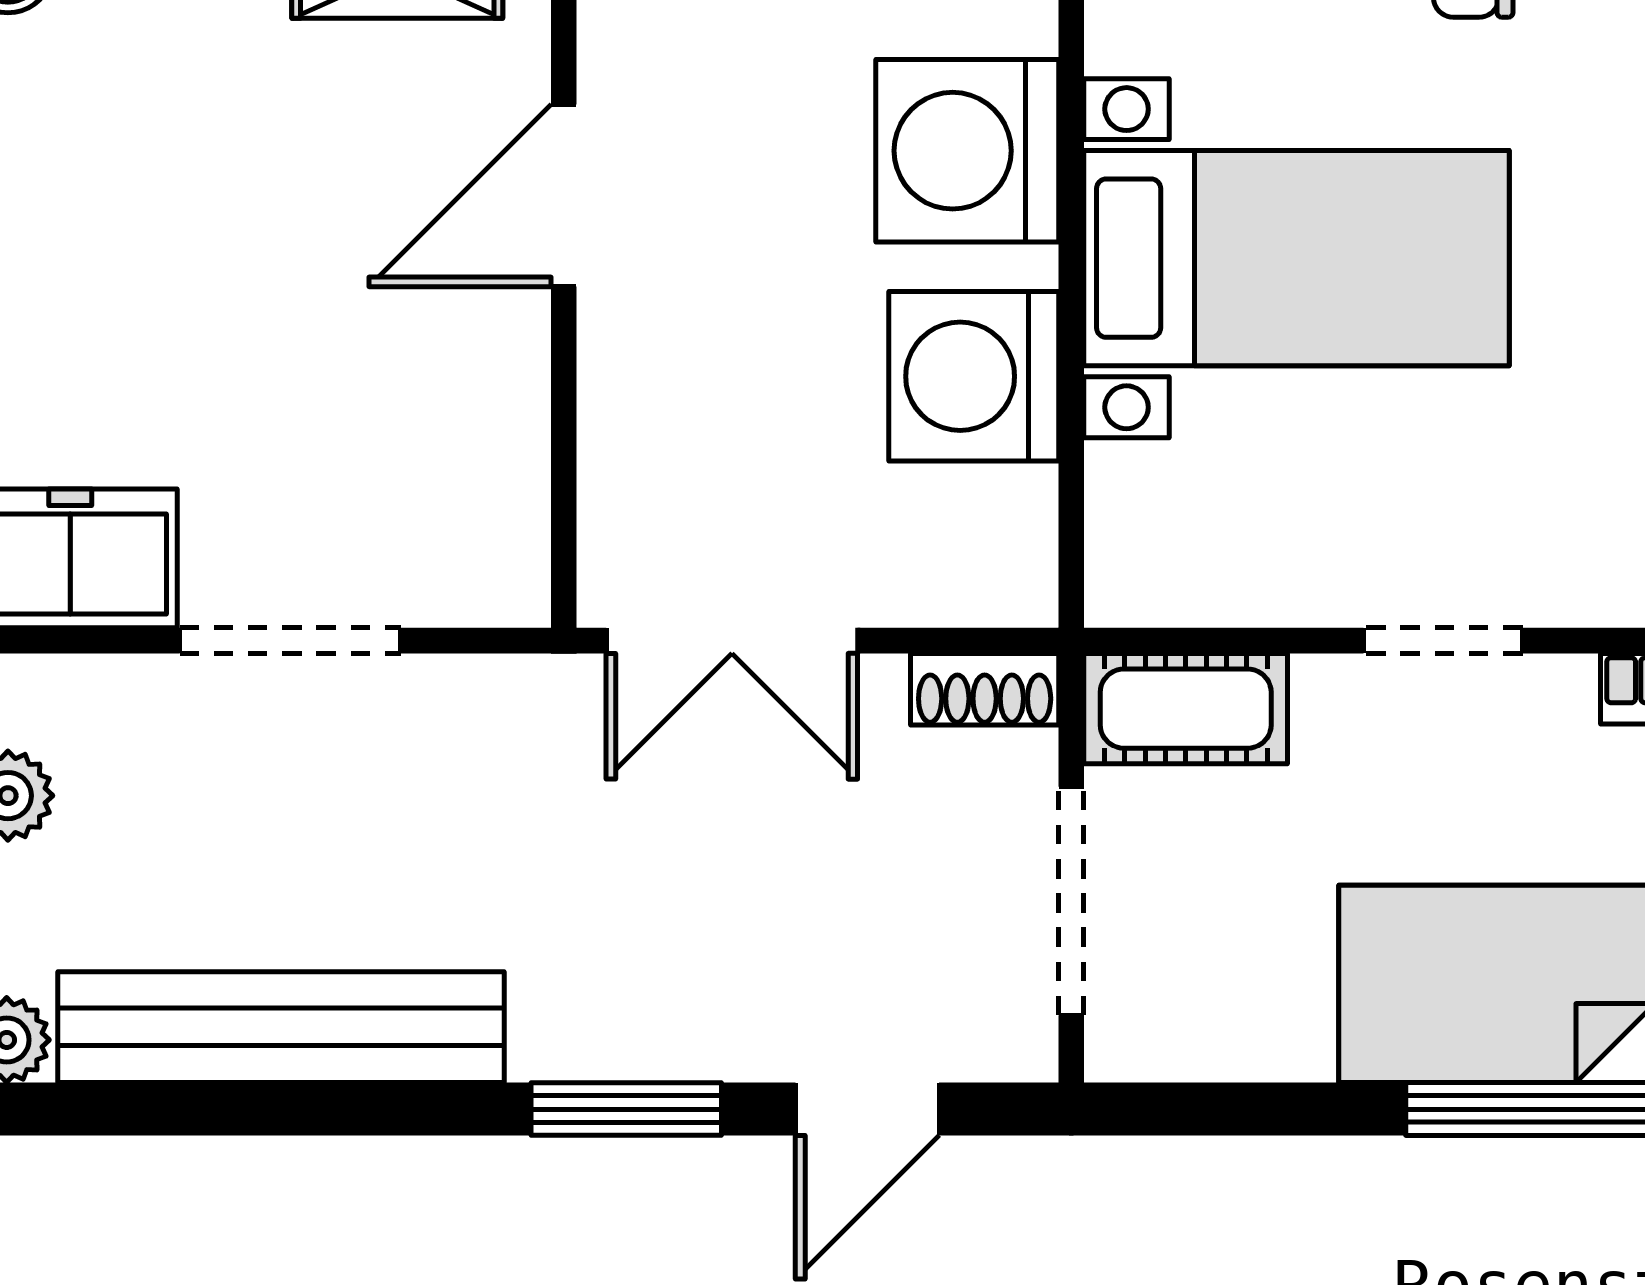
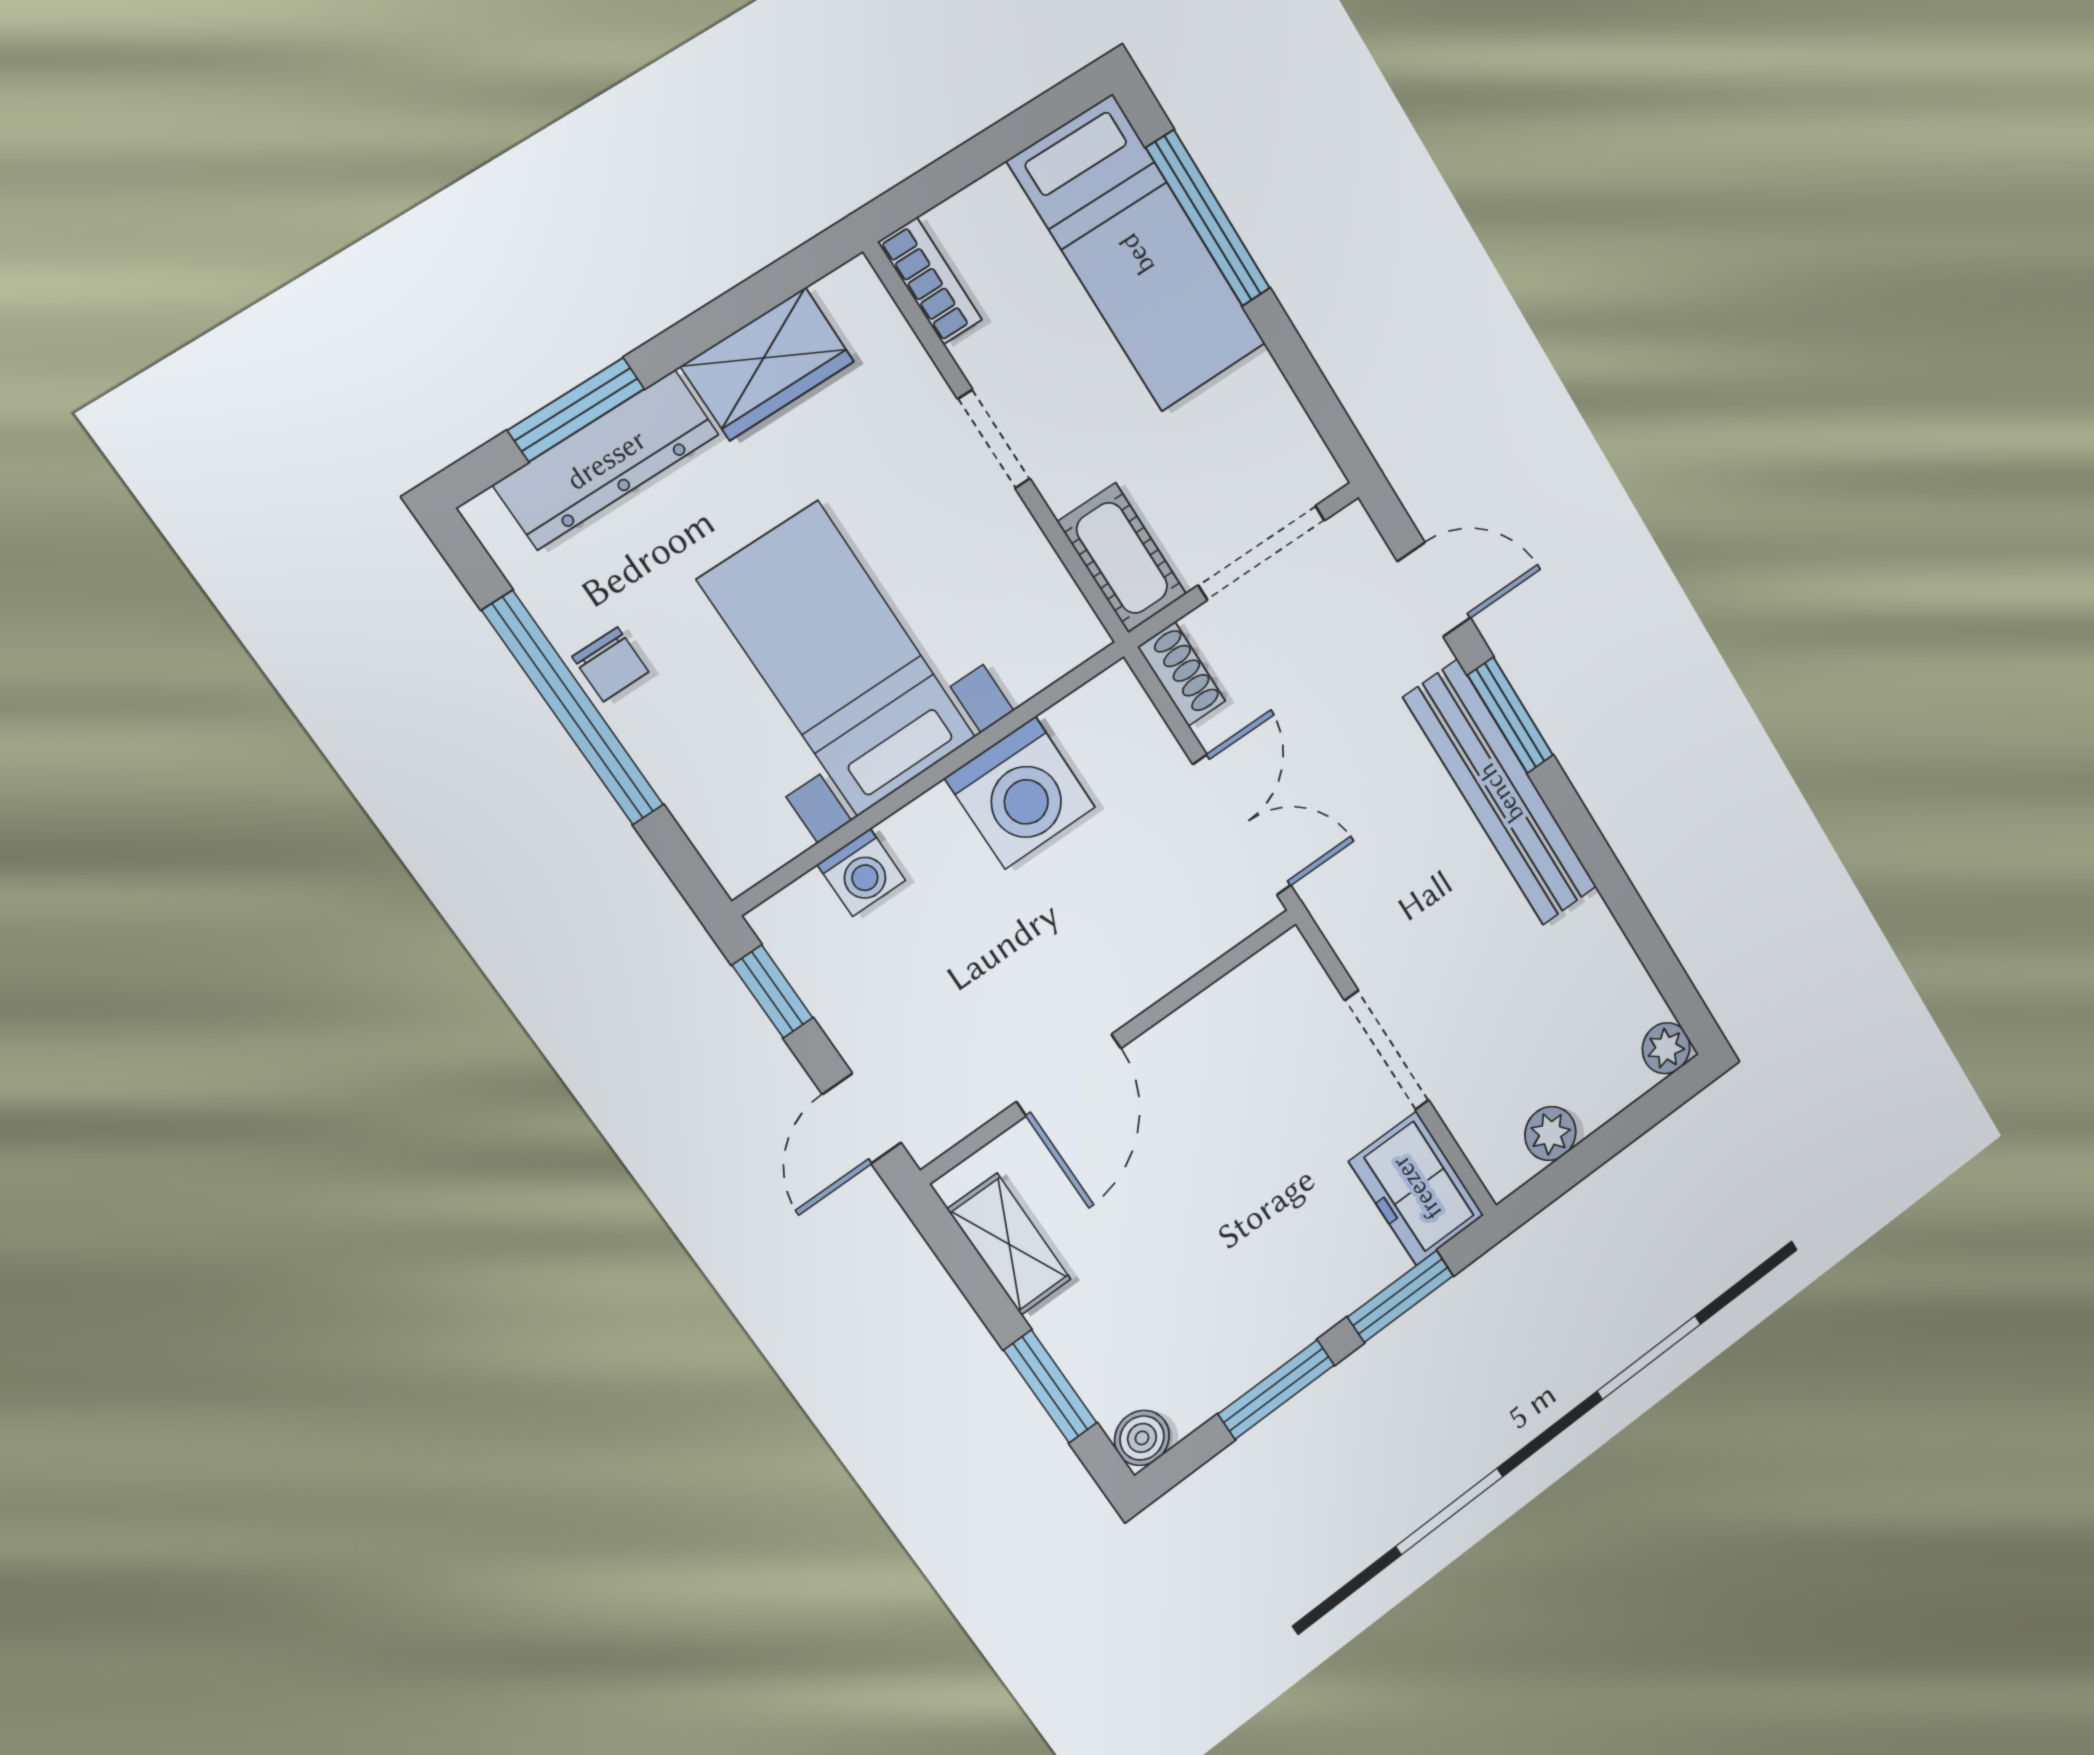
washing machine: (967, 151) -> (861, 872), width x0.53, depth x0.53
door: (564, 196) -> (1069, 1075), hinge flipped
bench: (281, 1027) -> (1501, 793), moved

